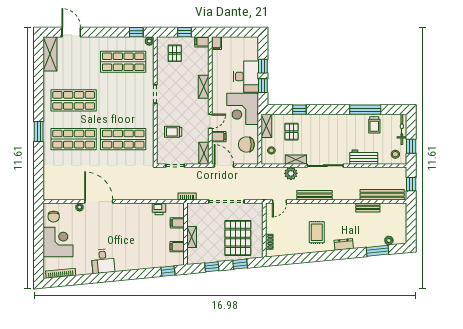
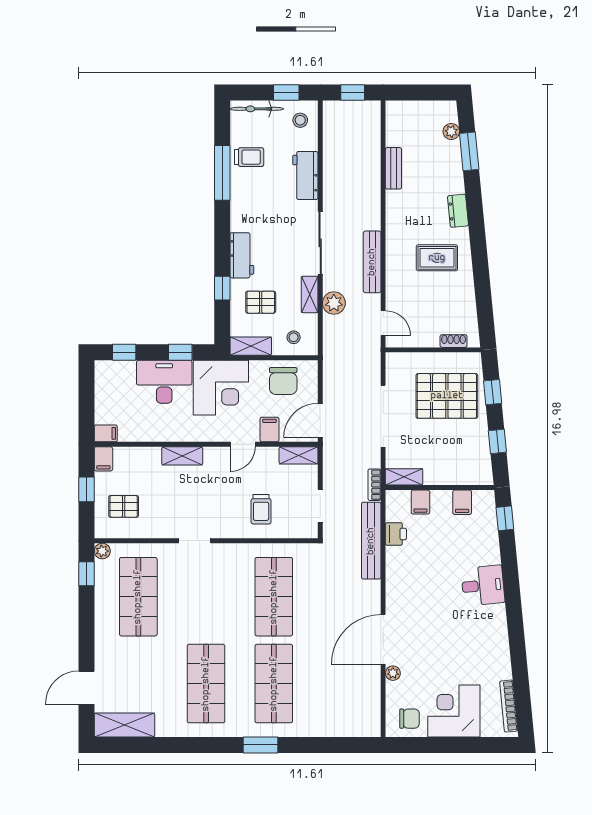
window: (263, 66) -> (124, 352), moved
door: (210, 121) -> (243, 444), swing flipped
workbench: (318, 121) -> (242, 255), added
bench: (382, 195) -> (371, 541), moved
shelving: (192, 237) -> (404, 477), moved
desk: (103, 261) -> (483, 585), moved

